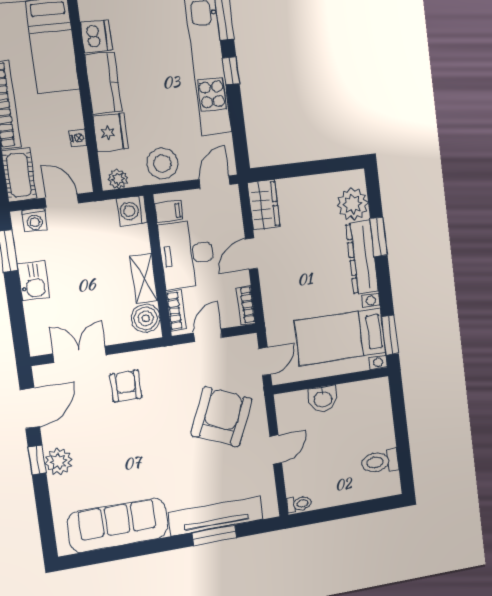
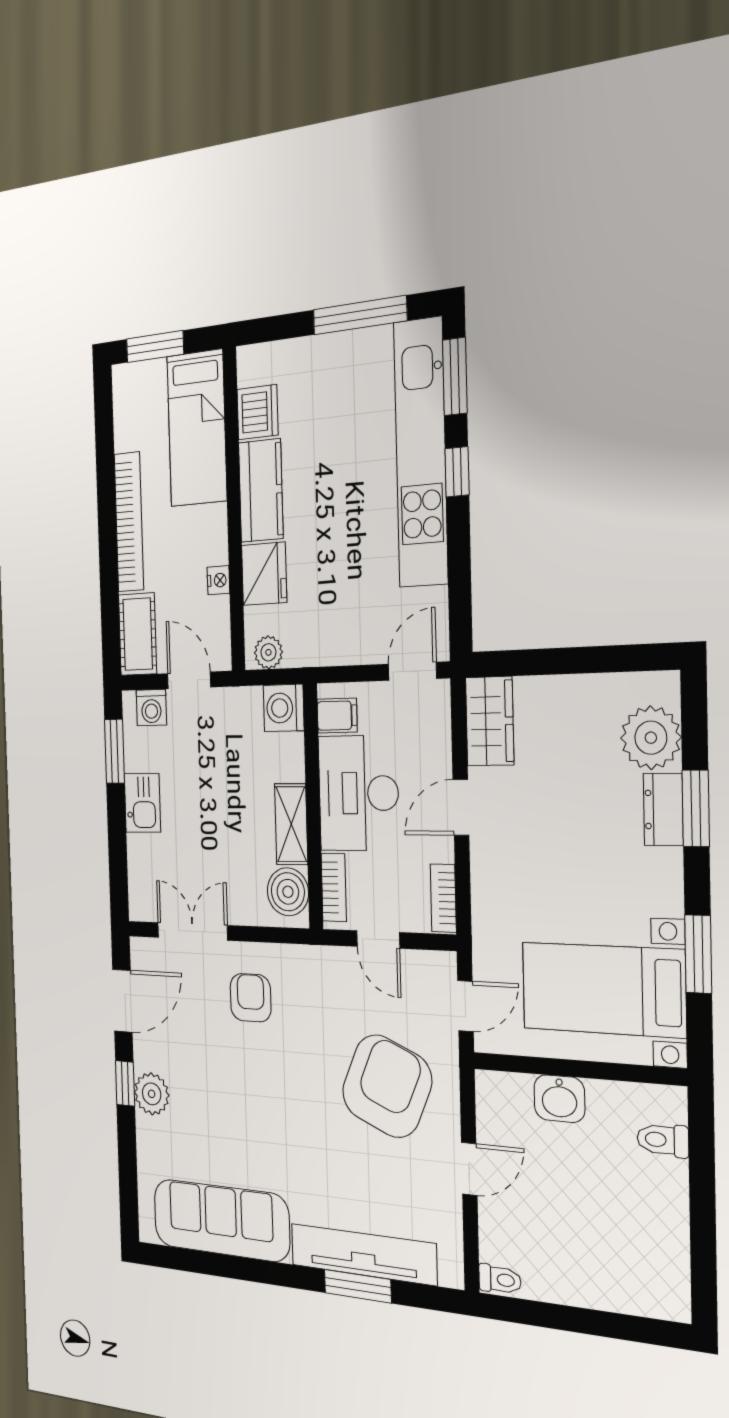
stool: (162, 163) -> (335, 632), removed
dresser: (362, 257) -> (663, 809), width x0.51, depth x0.80
door: (208, 335) -> (378, 940), swing flipped
window: (390, 335) -> (698, 954), moved
toilet: (380, 462) -> (663, 1140), moved, width x0.73, depth x0.72

